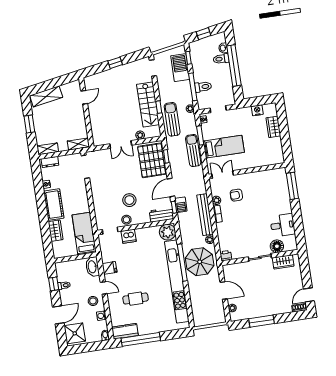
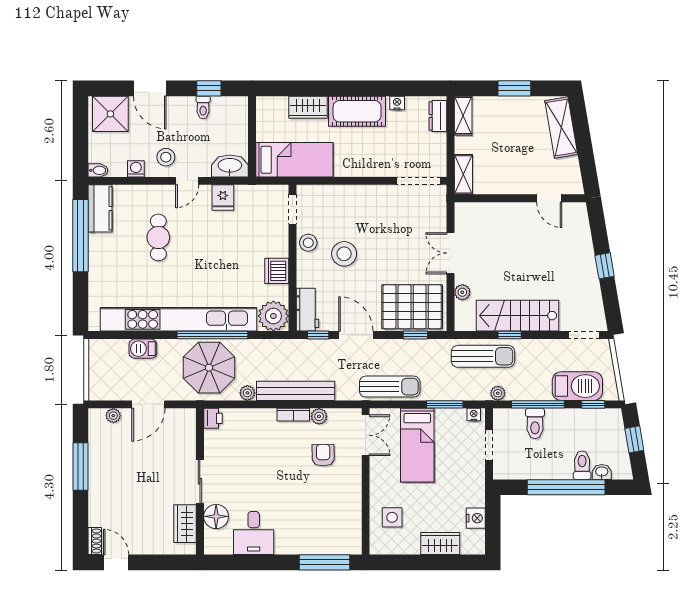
sun lounger: (193, 151) -> (390, 387), moved
side table: (263, 154) -> (392, 517), added
barbecue: (181, 205) -> (143, 349), moved
dishwasher: (129, 236) -> (277, 271), moved

